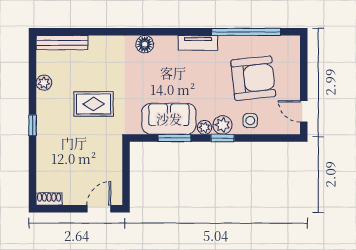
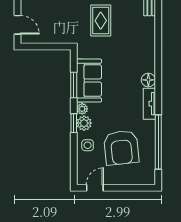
floor lamp: (145, 44) -> (148, 80), moved

